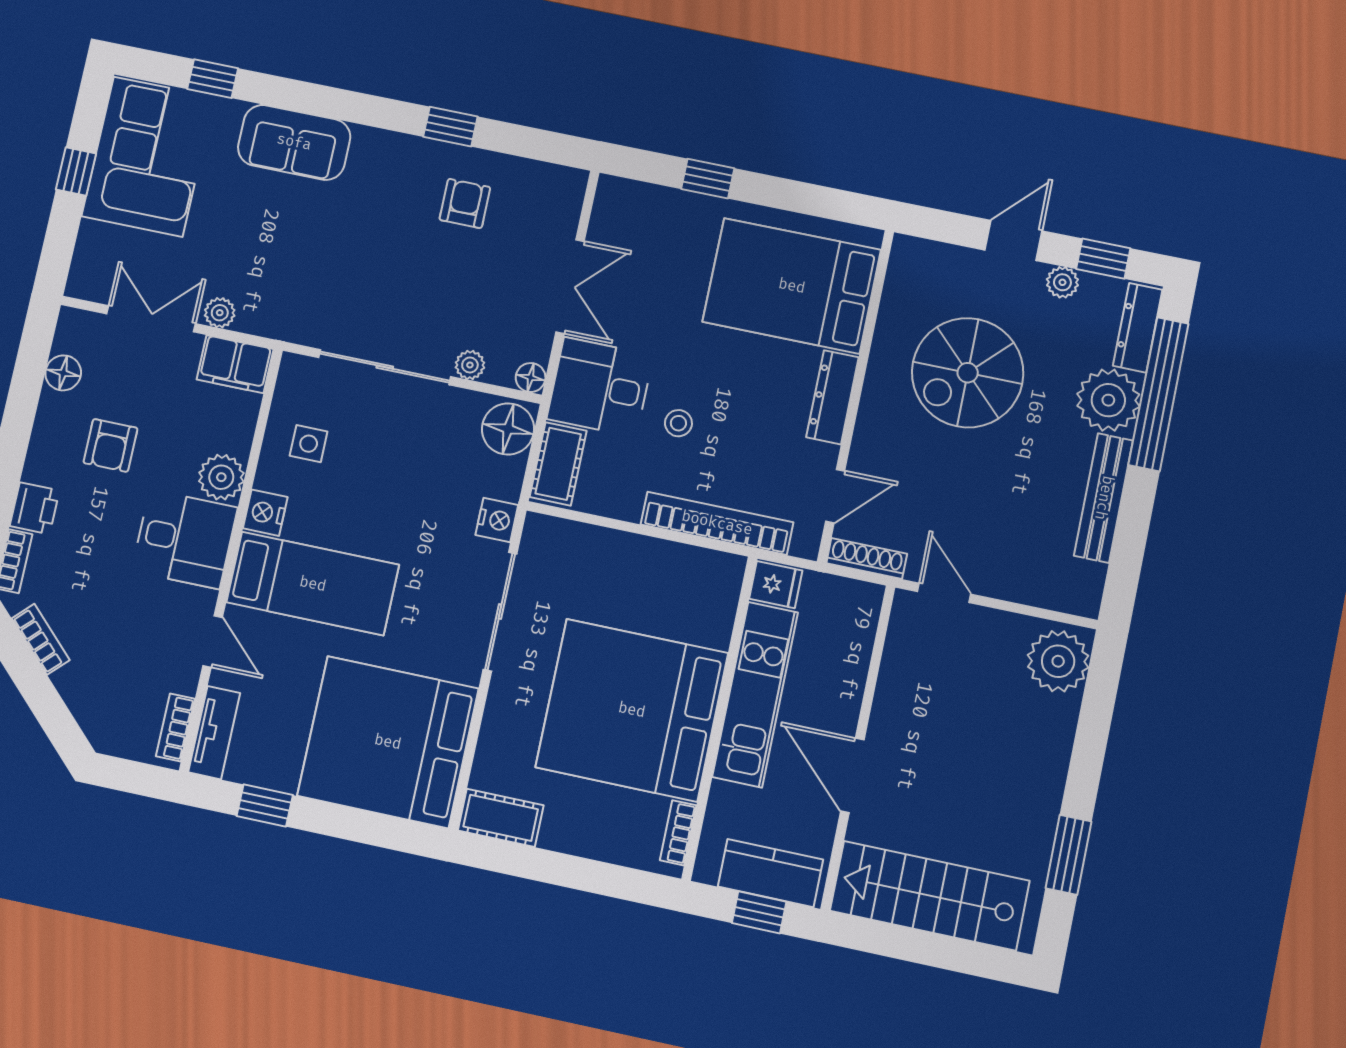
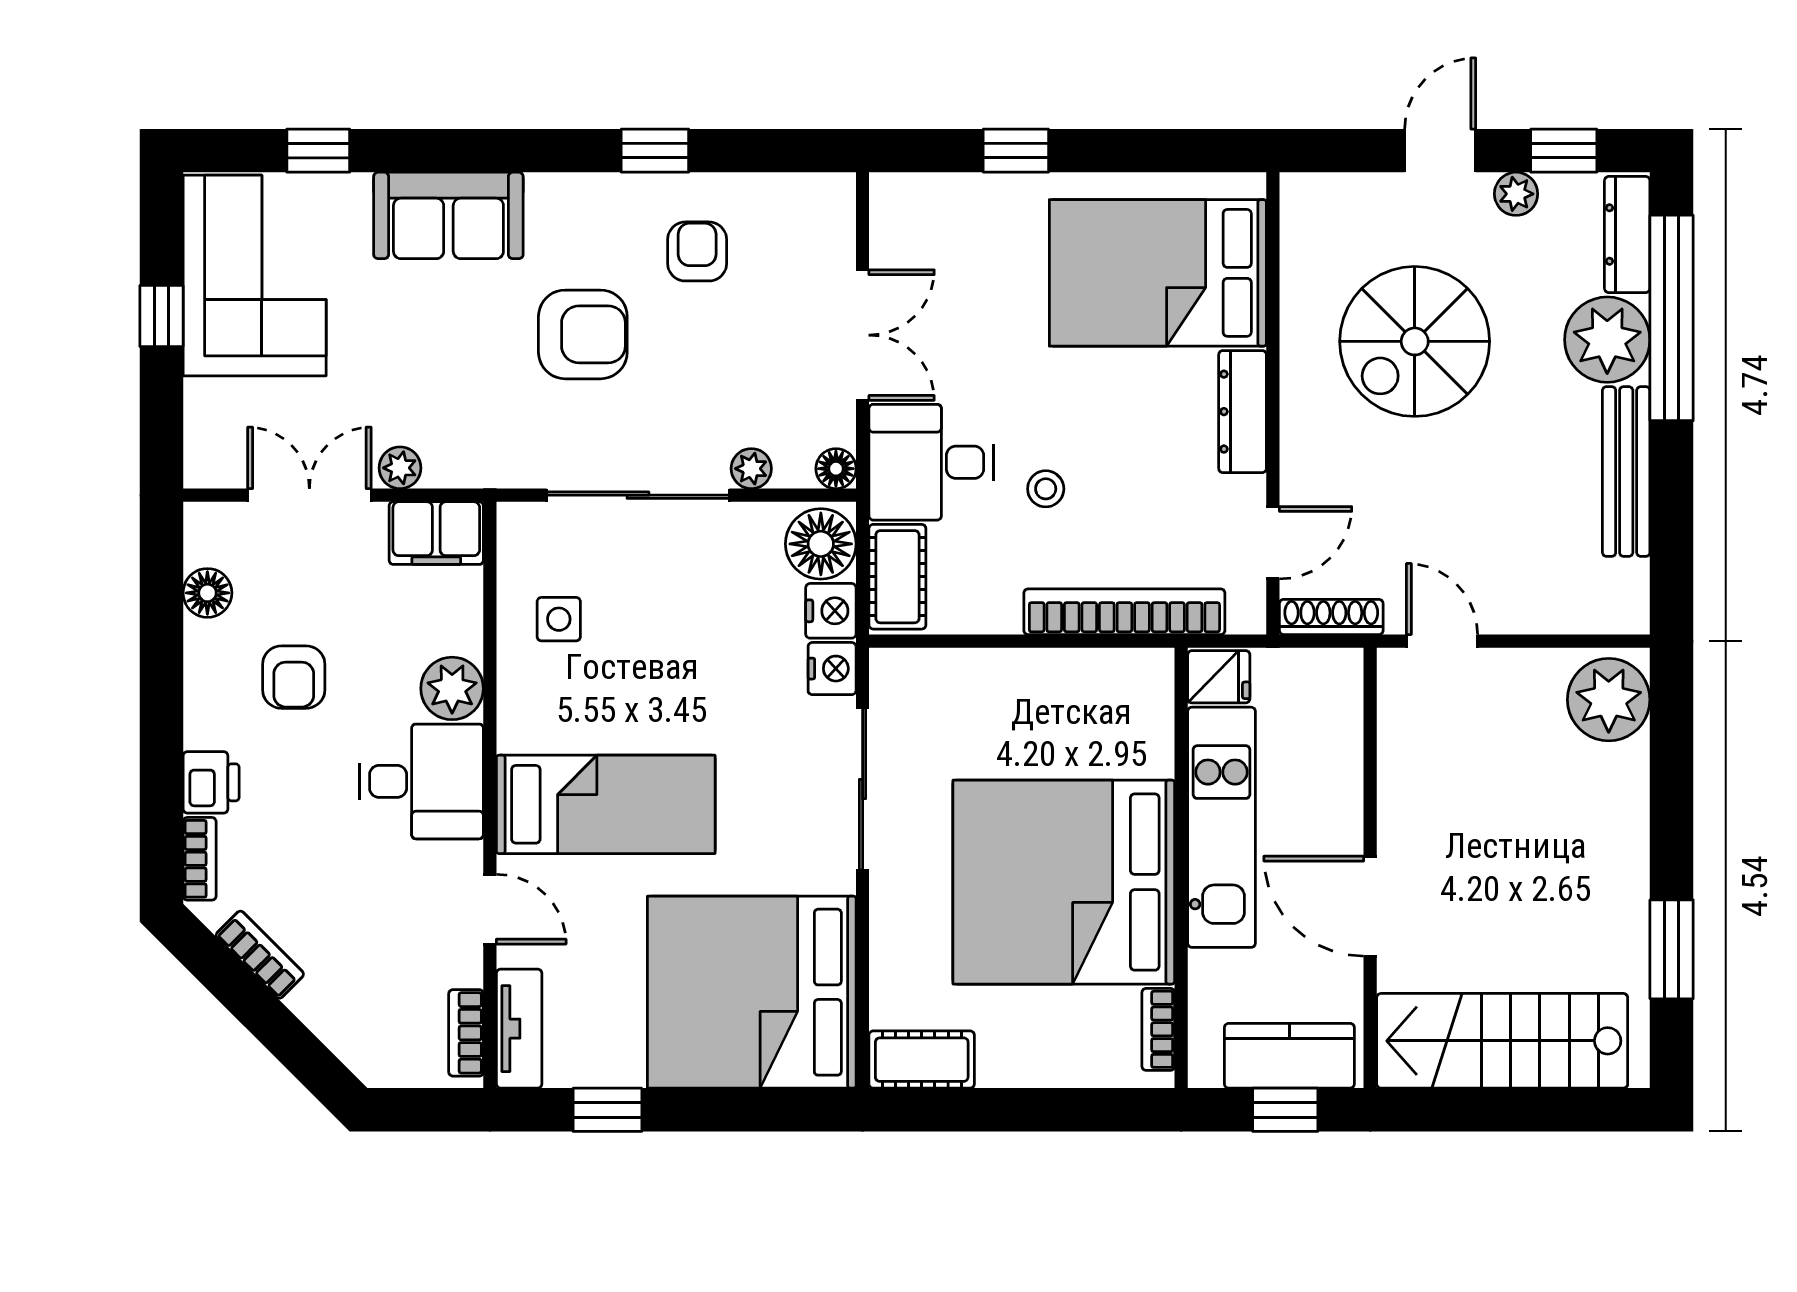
armchair: (371, 245) -> (583, 334), added
nightstand: (265, 513) -> (831, 611), moved, turned 180

